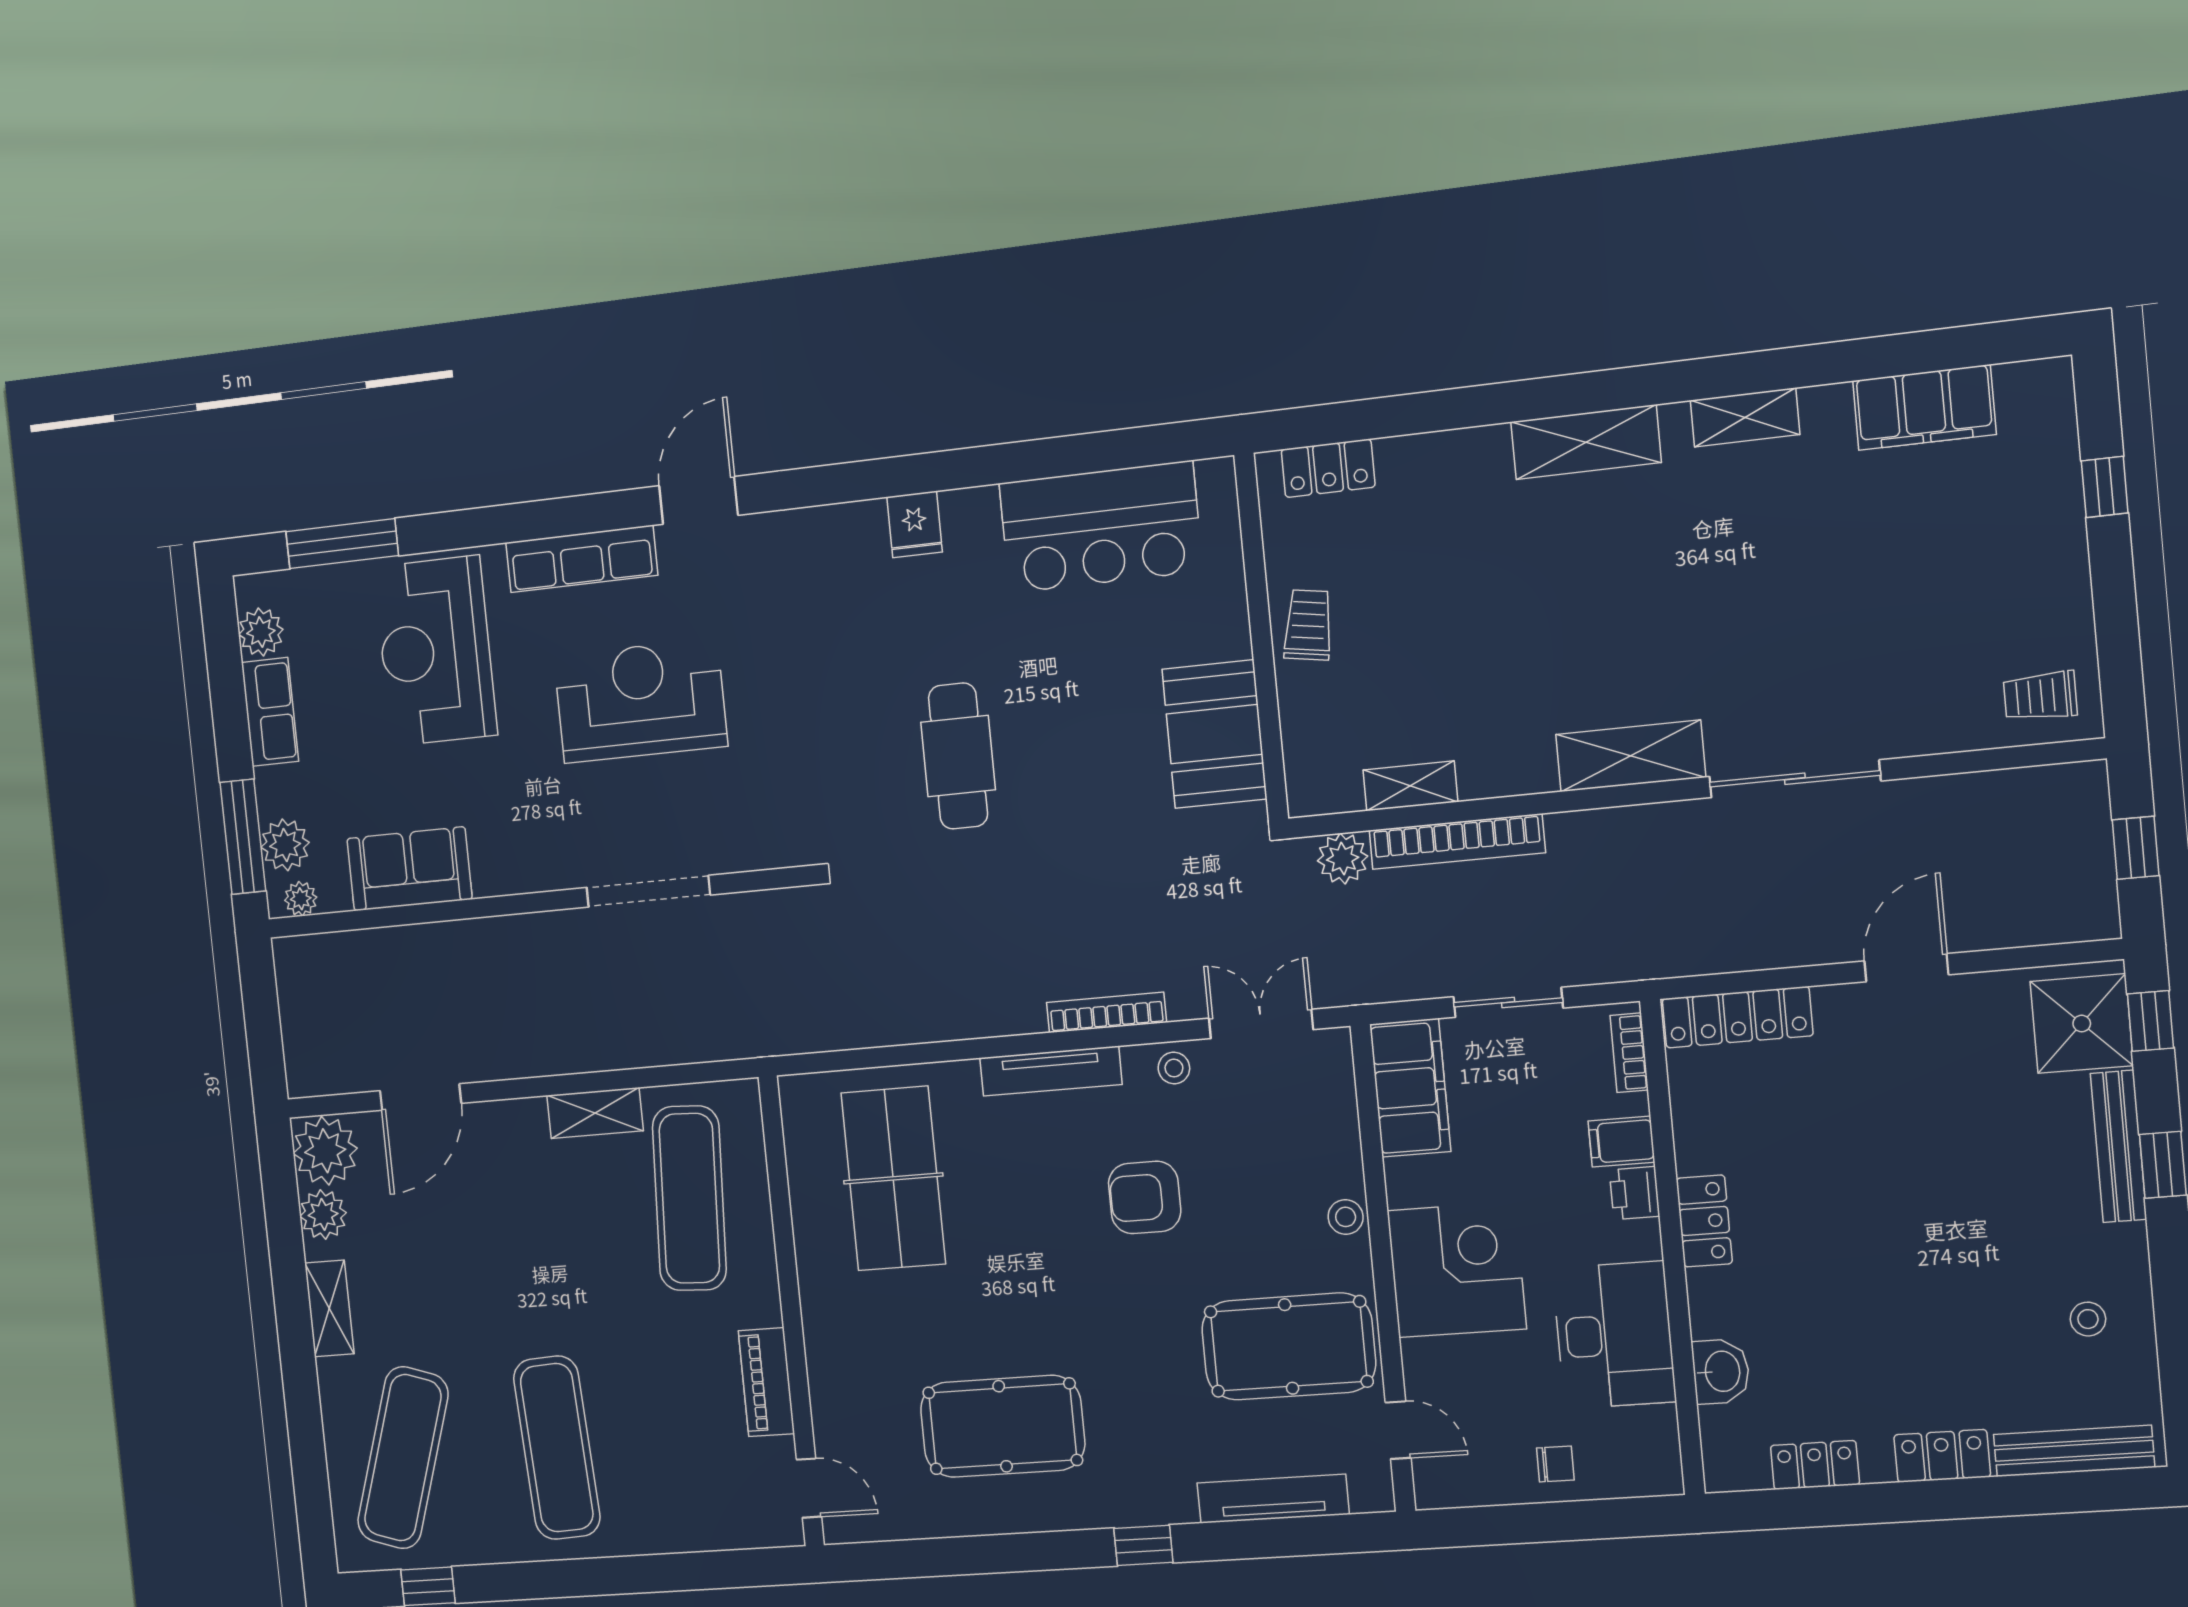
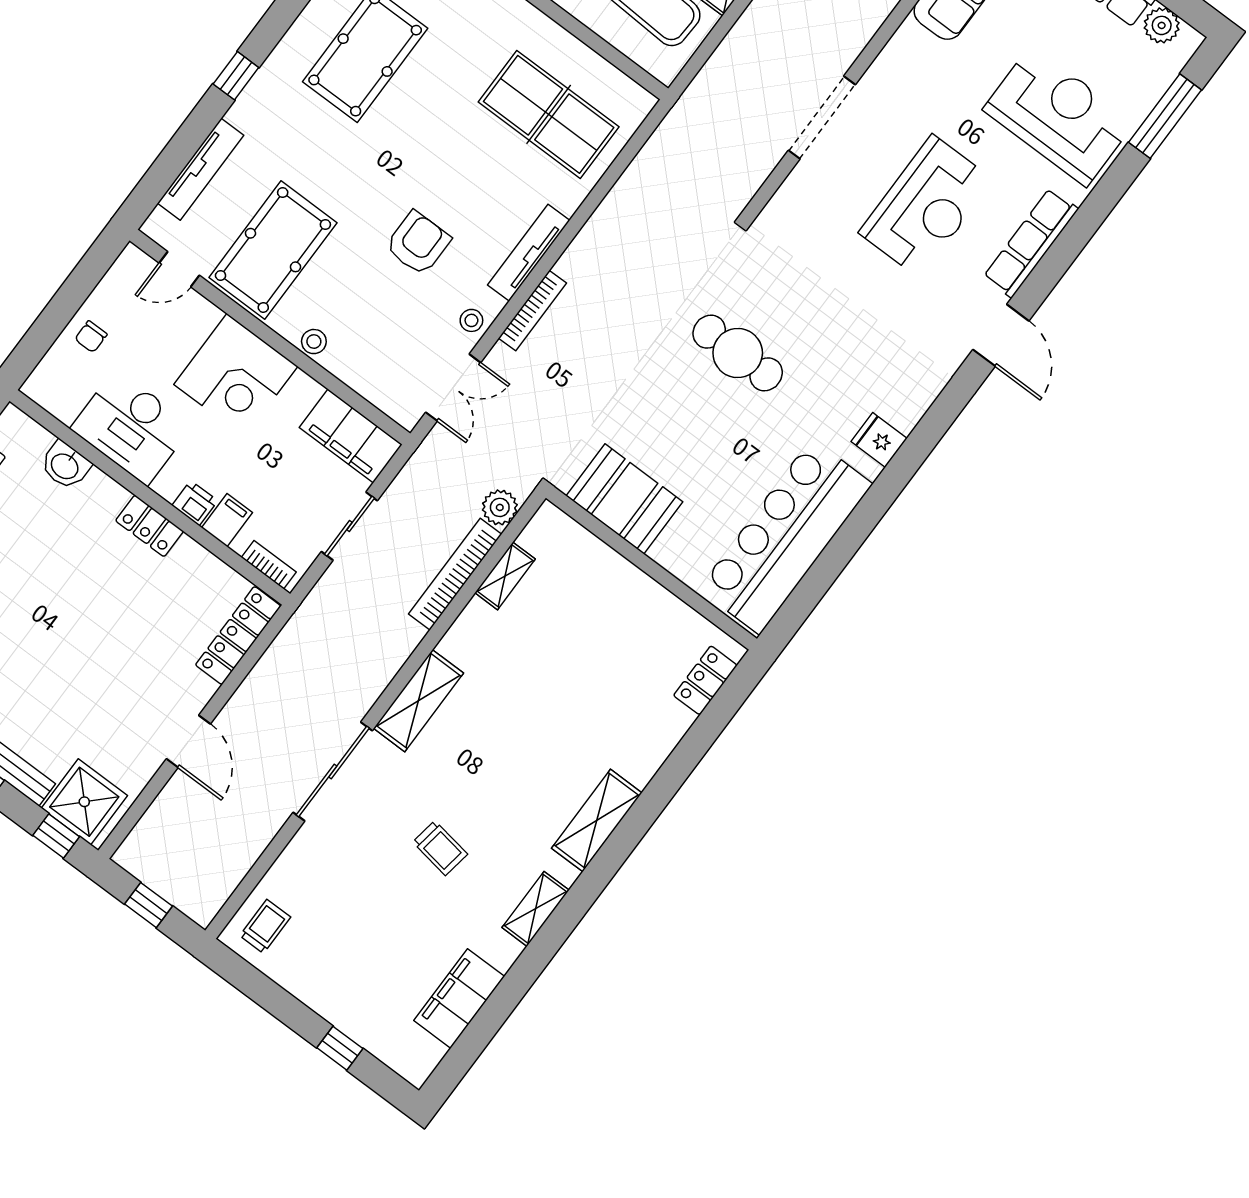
bar counter: (1101, 527) -> (786, 536), width x1.36
trolley: (1308, 625) -> (440, 848), moved

